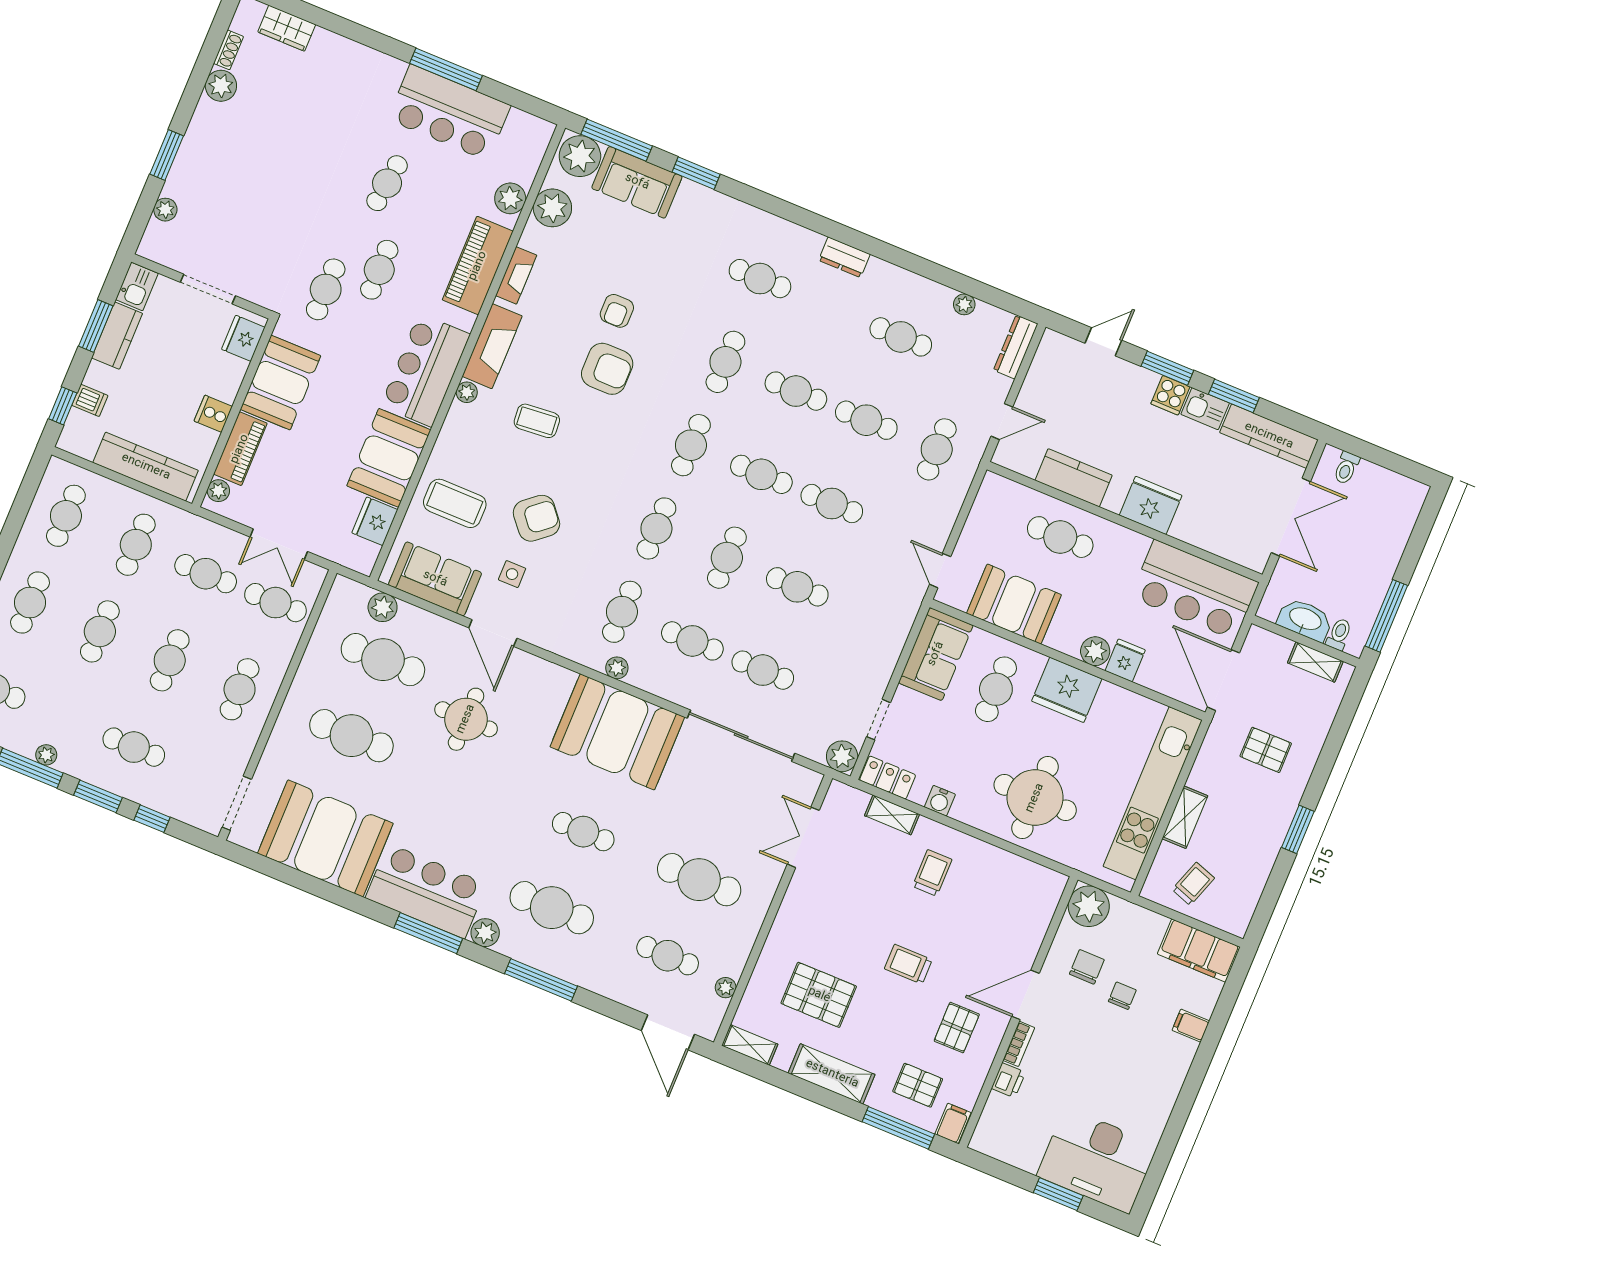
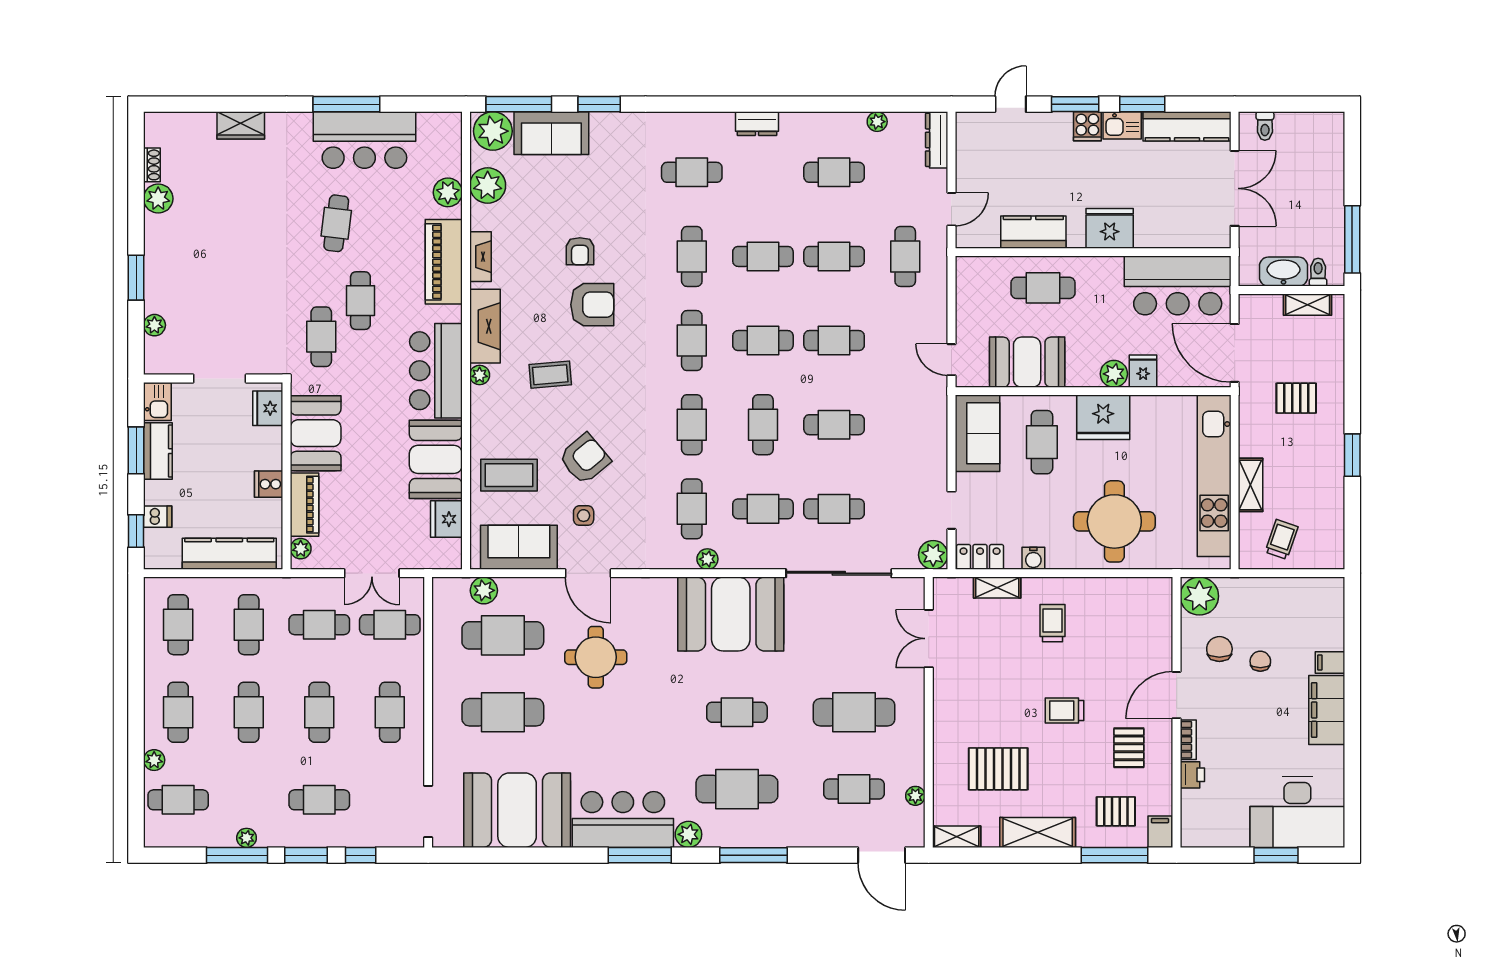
wardrobe: (287, 28) -> (241, 125), moved
filing cabinet: (1199, 950) -> (1327, 710), moved, turned 90

